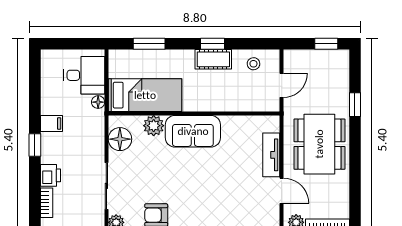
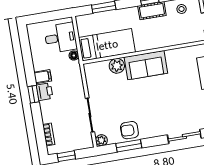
floor lamp: (120, 139) -> (94, 80), removed
printer: (50, 175) -> (44, 92), moved

